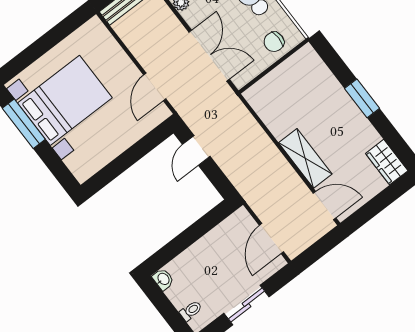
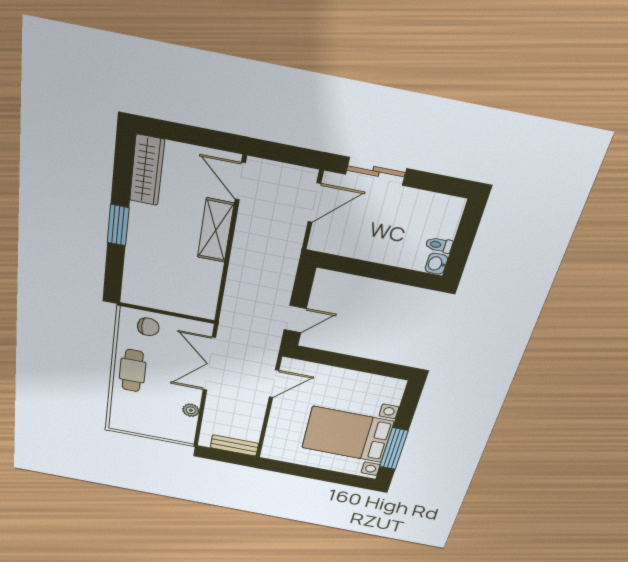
wardrobe: (387, 162) -> (147, 170), width x1.50
sliding door: (247, 305) -> (376, 171), moved
toilet: (191, 311) -> (439, 245), moved

